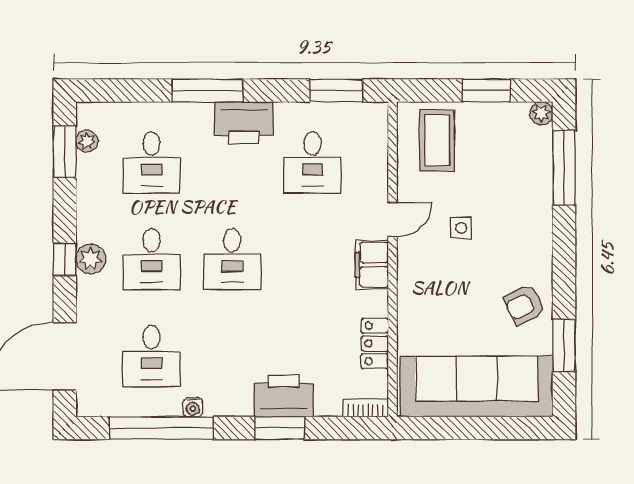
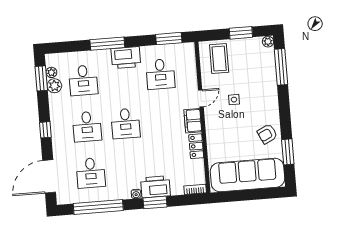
plant: (91, 259) -> (54, 86), moved
locker: (375, 343) -> (196, 146), moved
water cooler: (193, 407) -> (136, 194), moved

